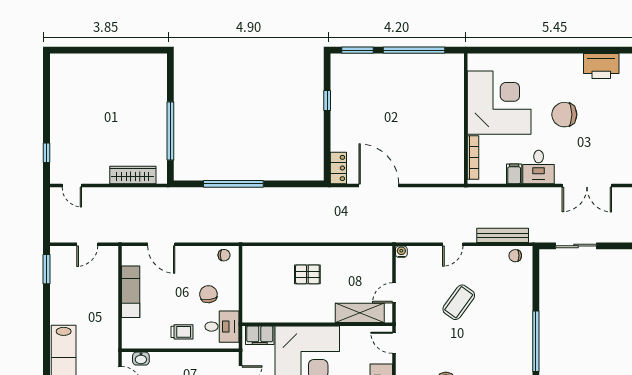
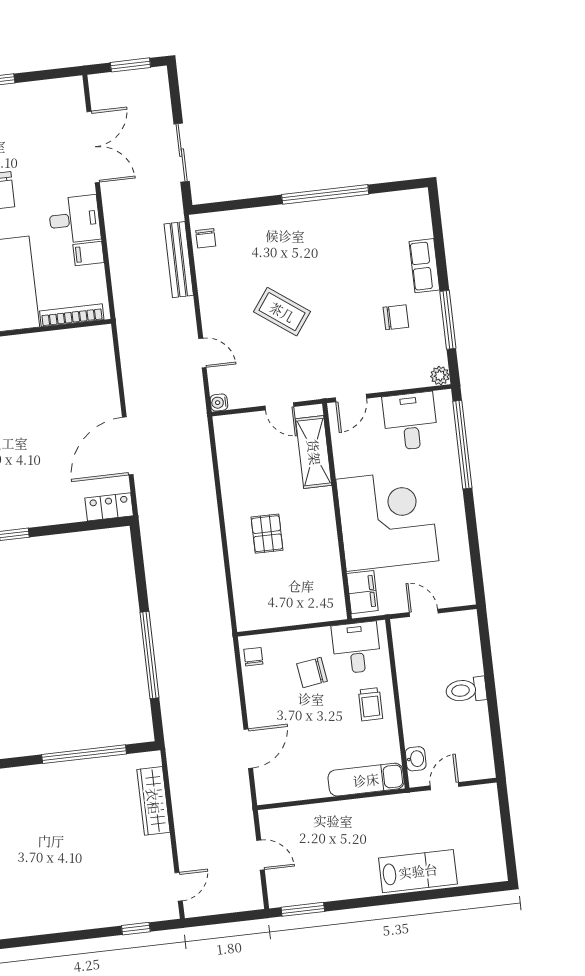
door: (453, 244) -> (202, 353), moved
exam couch: (131, 292) -> (366, 780), moved
trolley: (182, 332) -> (371, 704), turned 180

